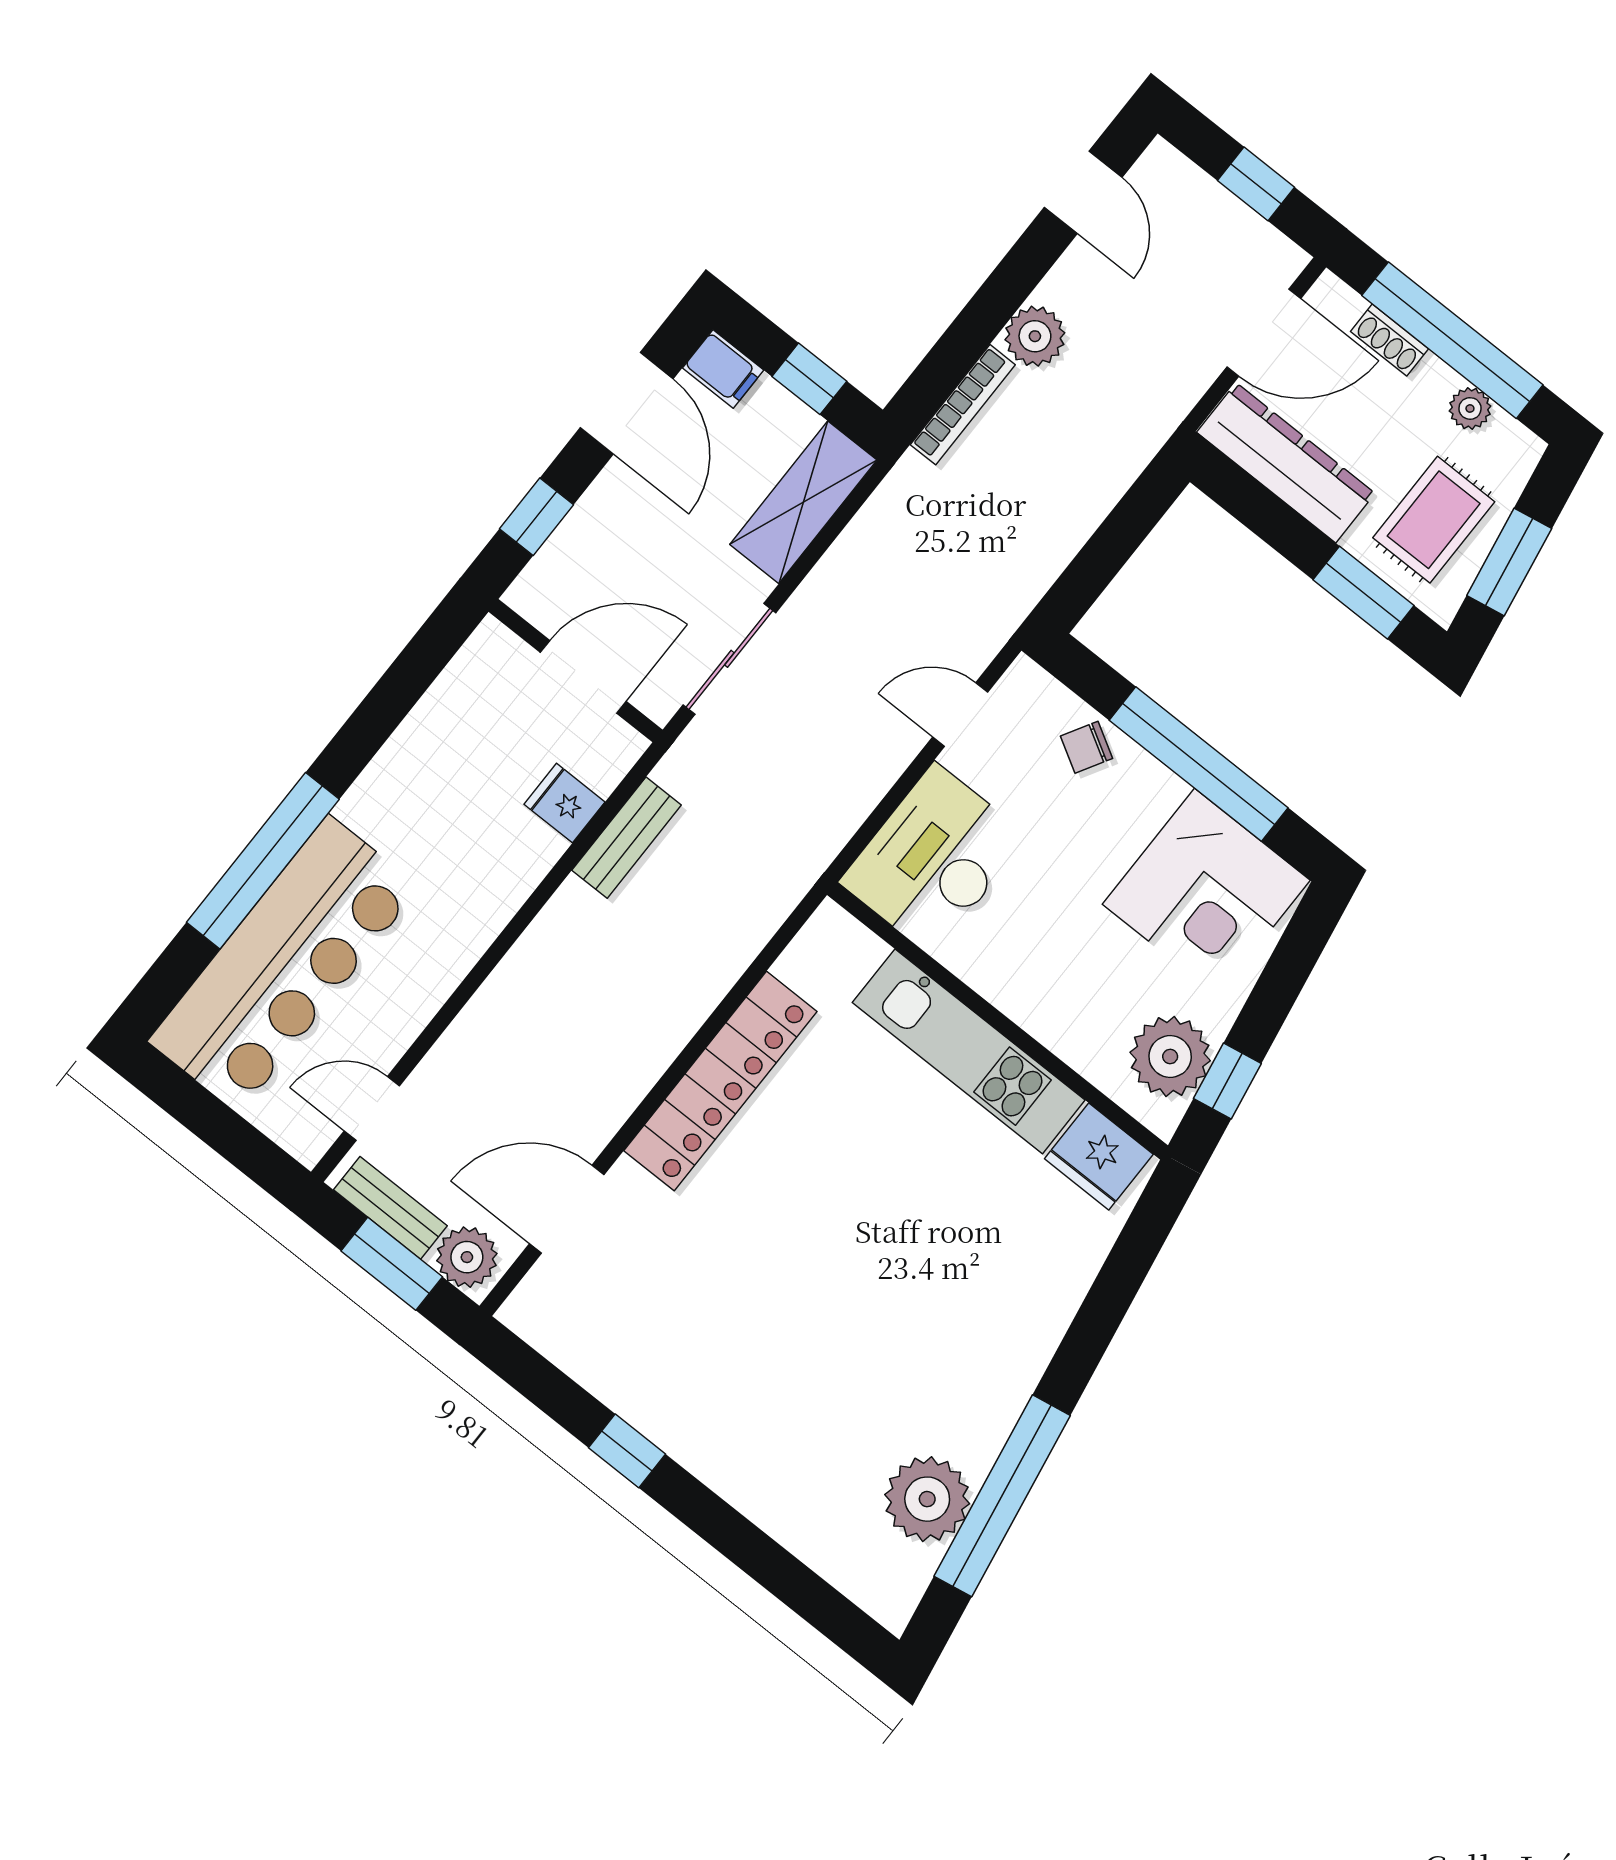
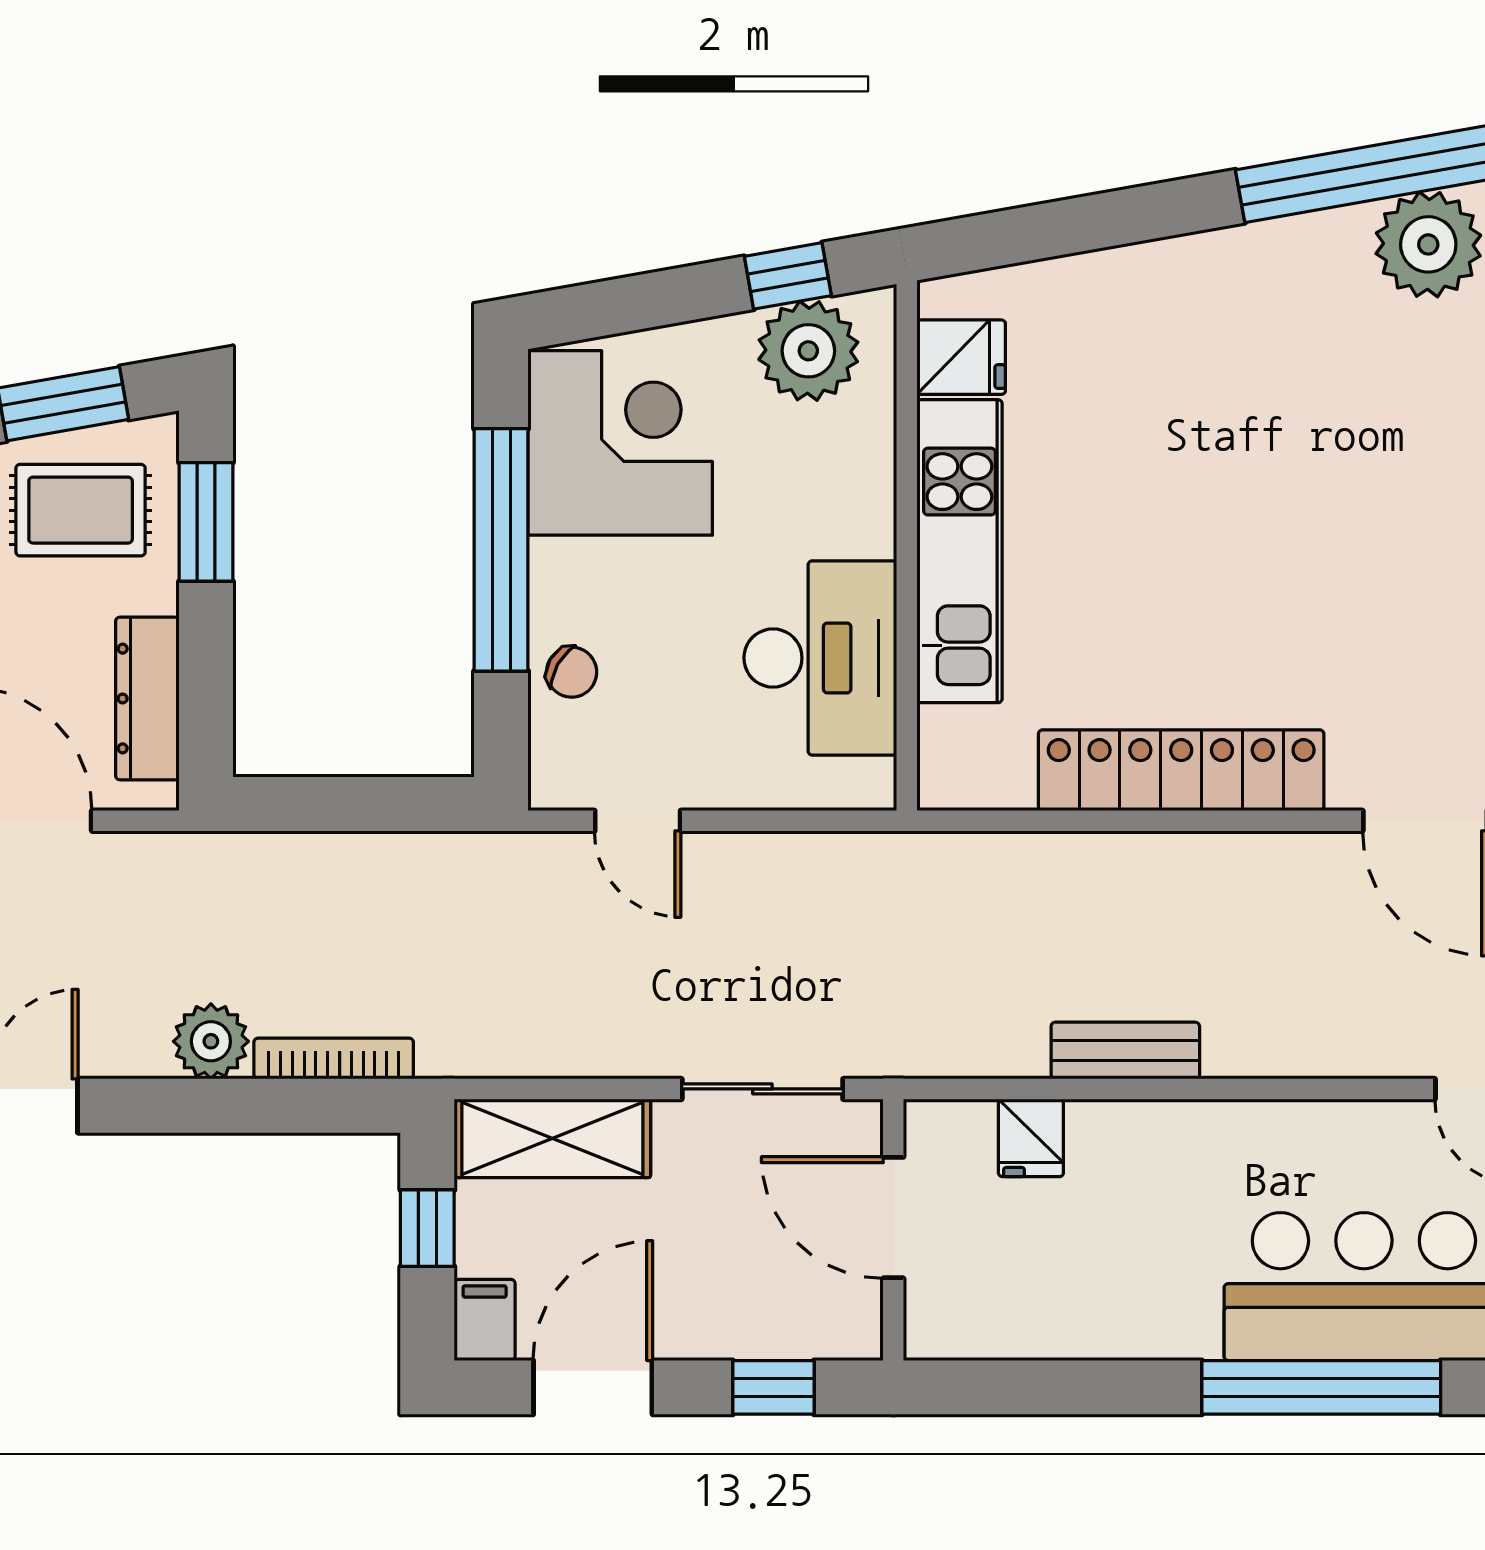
dresser: (1286, 463) -> (147, 698), width x0.73, depth x0.80
bench: (627, 838) -> (1125, 1051), moved
desk: (934, 859) -> (820, 658), moved, turned -90
fridge: (1099, 1156) -> (961, 357), width x0.72

